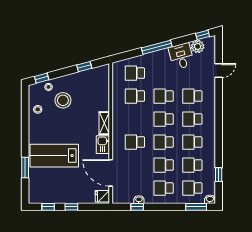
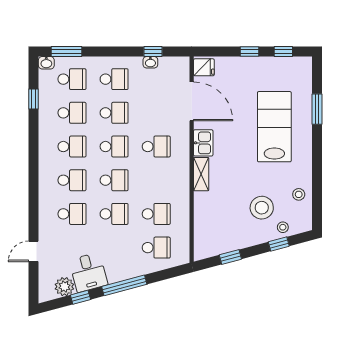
window: (203, 35) -> (80, 297), moved
window: (42, 78) -> (279, 244), moved
lab bench: (54, 156) -> (274, 127), turned -90

